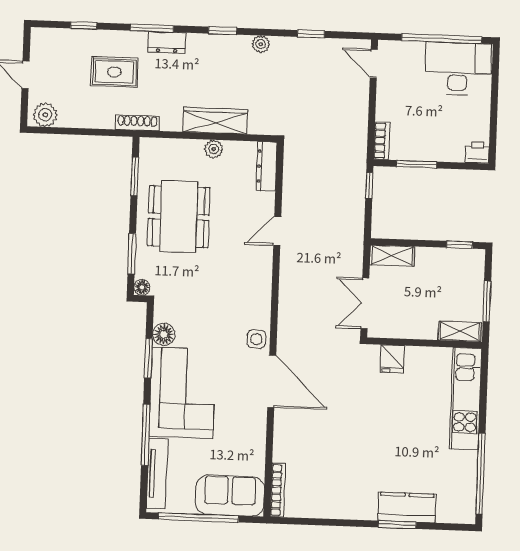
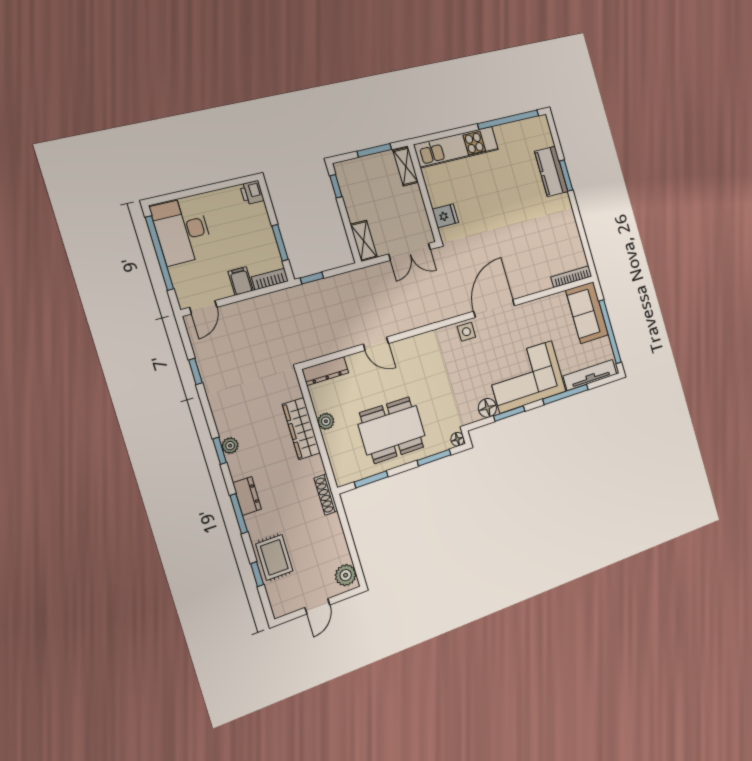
plant: (261, 44) -> (230, 446), moved
rug: (114, 72) -> (274, 557), moved
filing cabinet: (389, 110) -> (241, 281), added

